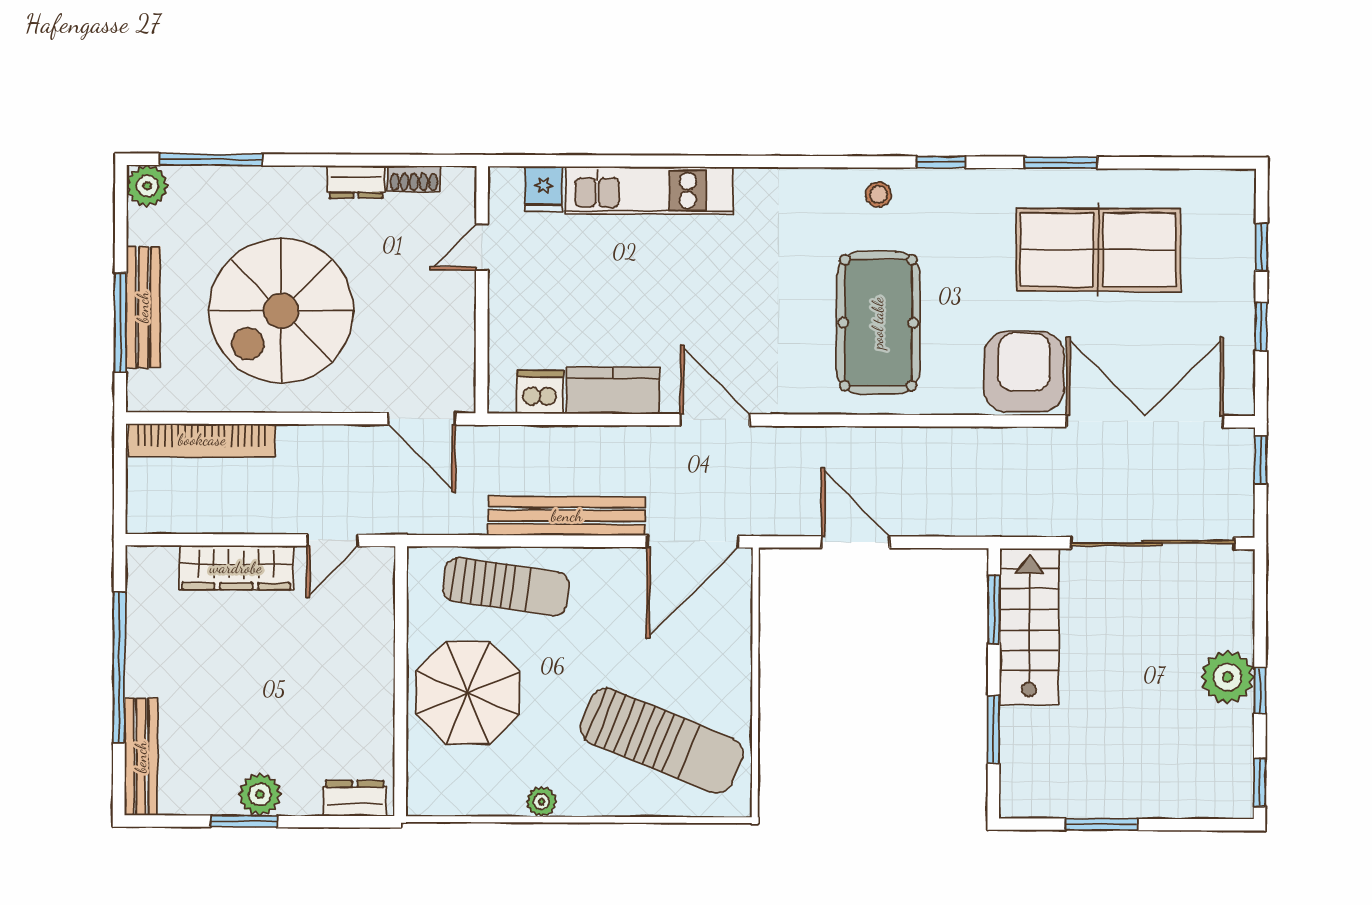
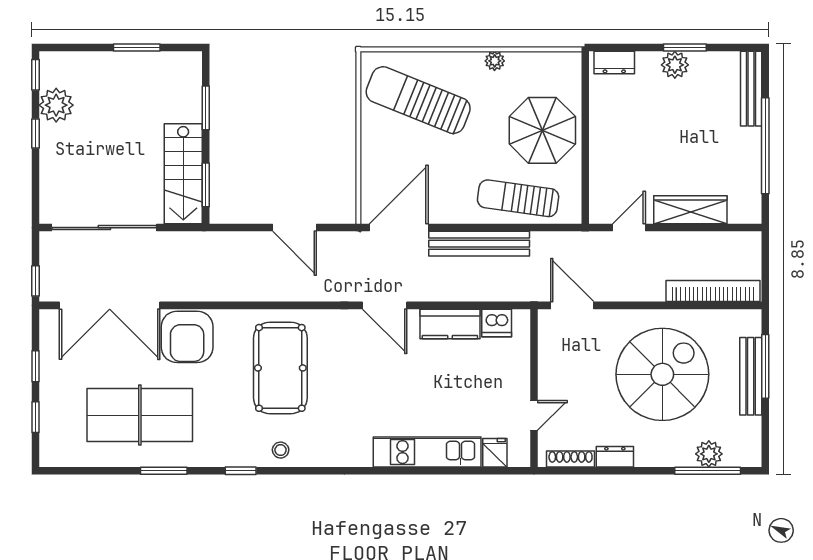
shoe rack: (414, 179) -> (571, 459), width x1.43
plant: (147, 186) -> (709, 454), moved
plant: (1228, 677) -> (56, 105), moved

